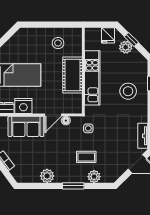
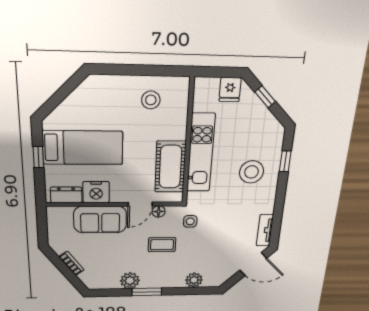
plant: (126, 47) -> (255, 108), removed
cot: (72, 75) -> (170, 167), moved
coffee table: (86, 157) -> (162, 245), moved
window: (73, 186) -> (147, 292), moved

